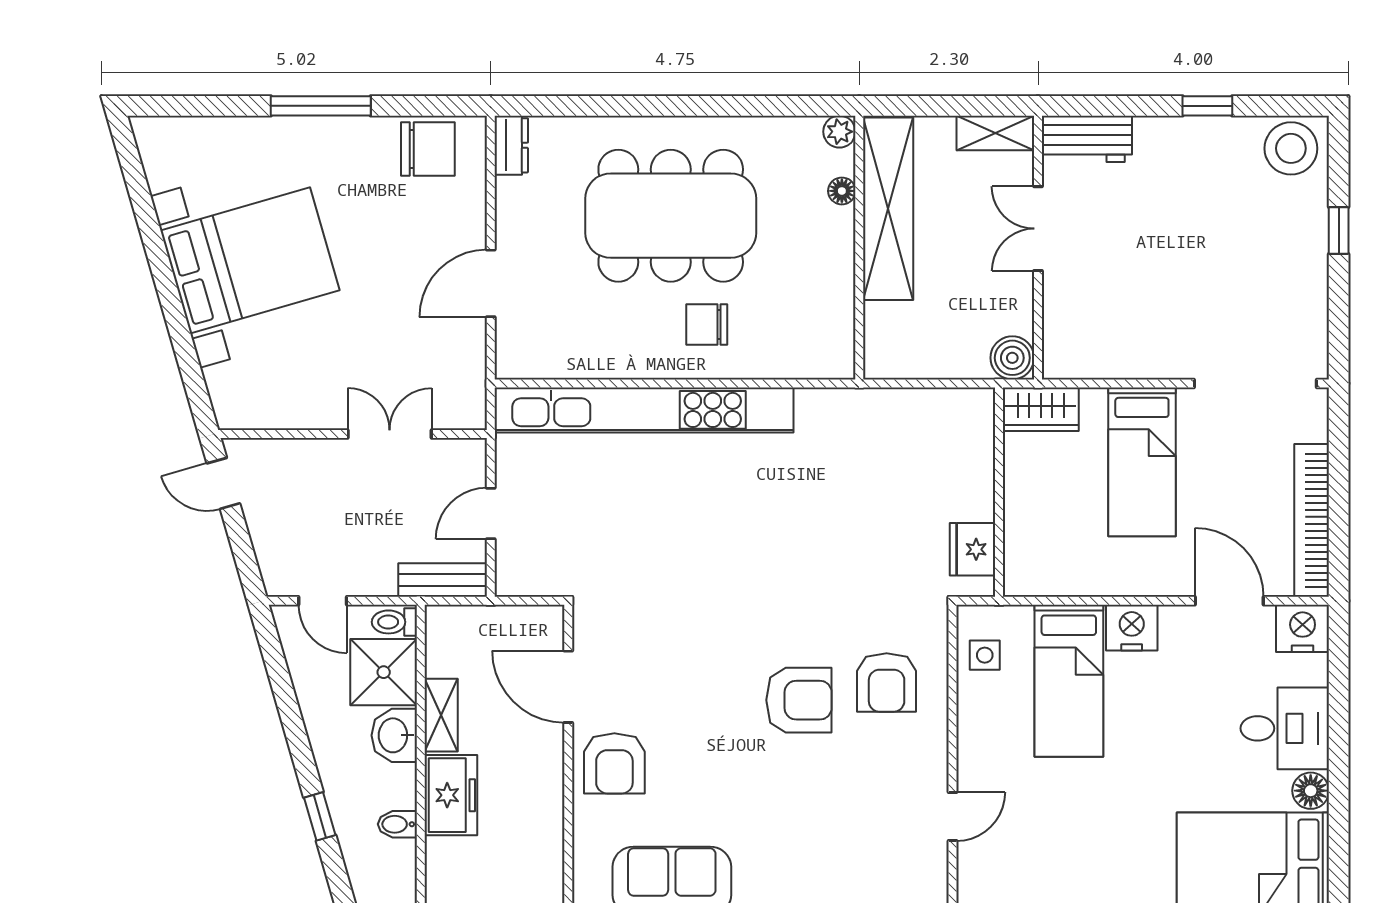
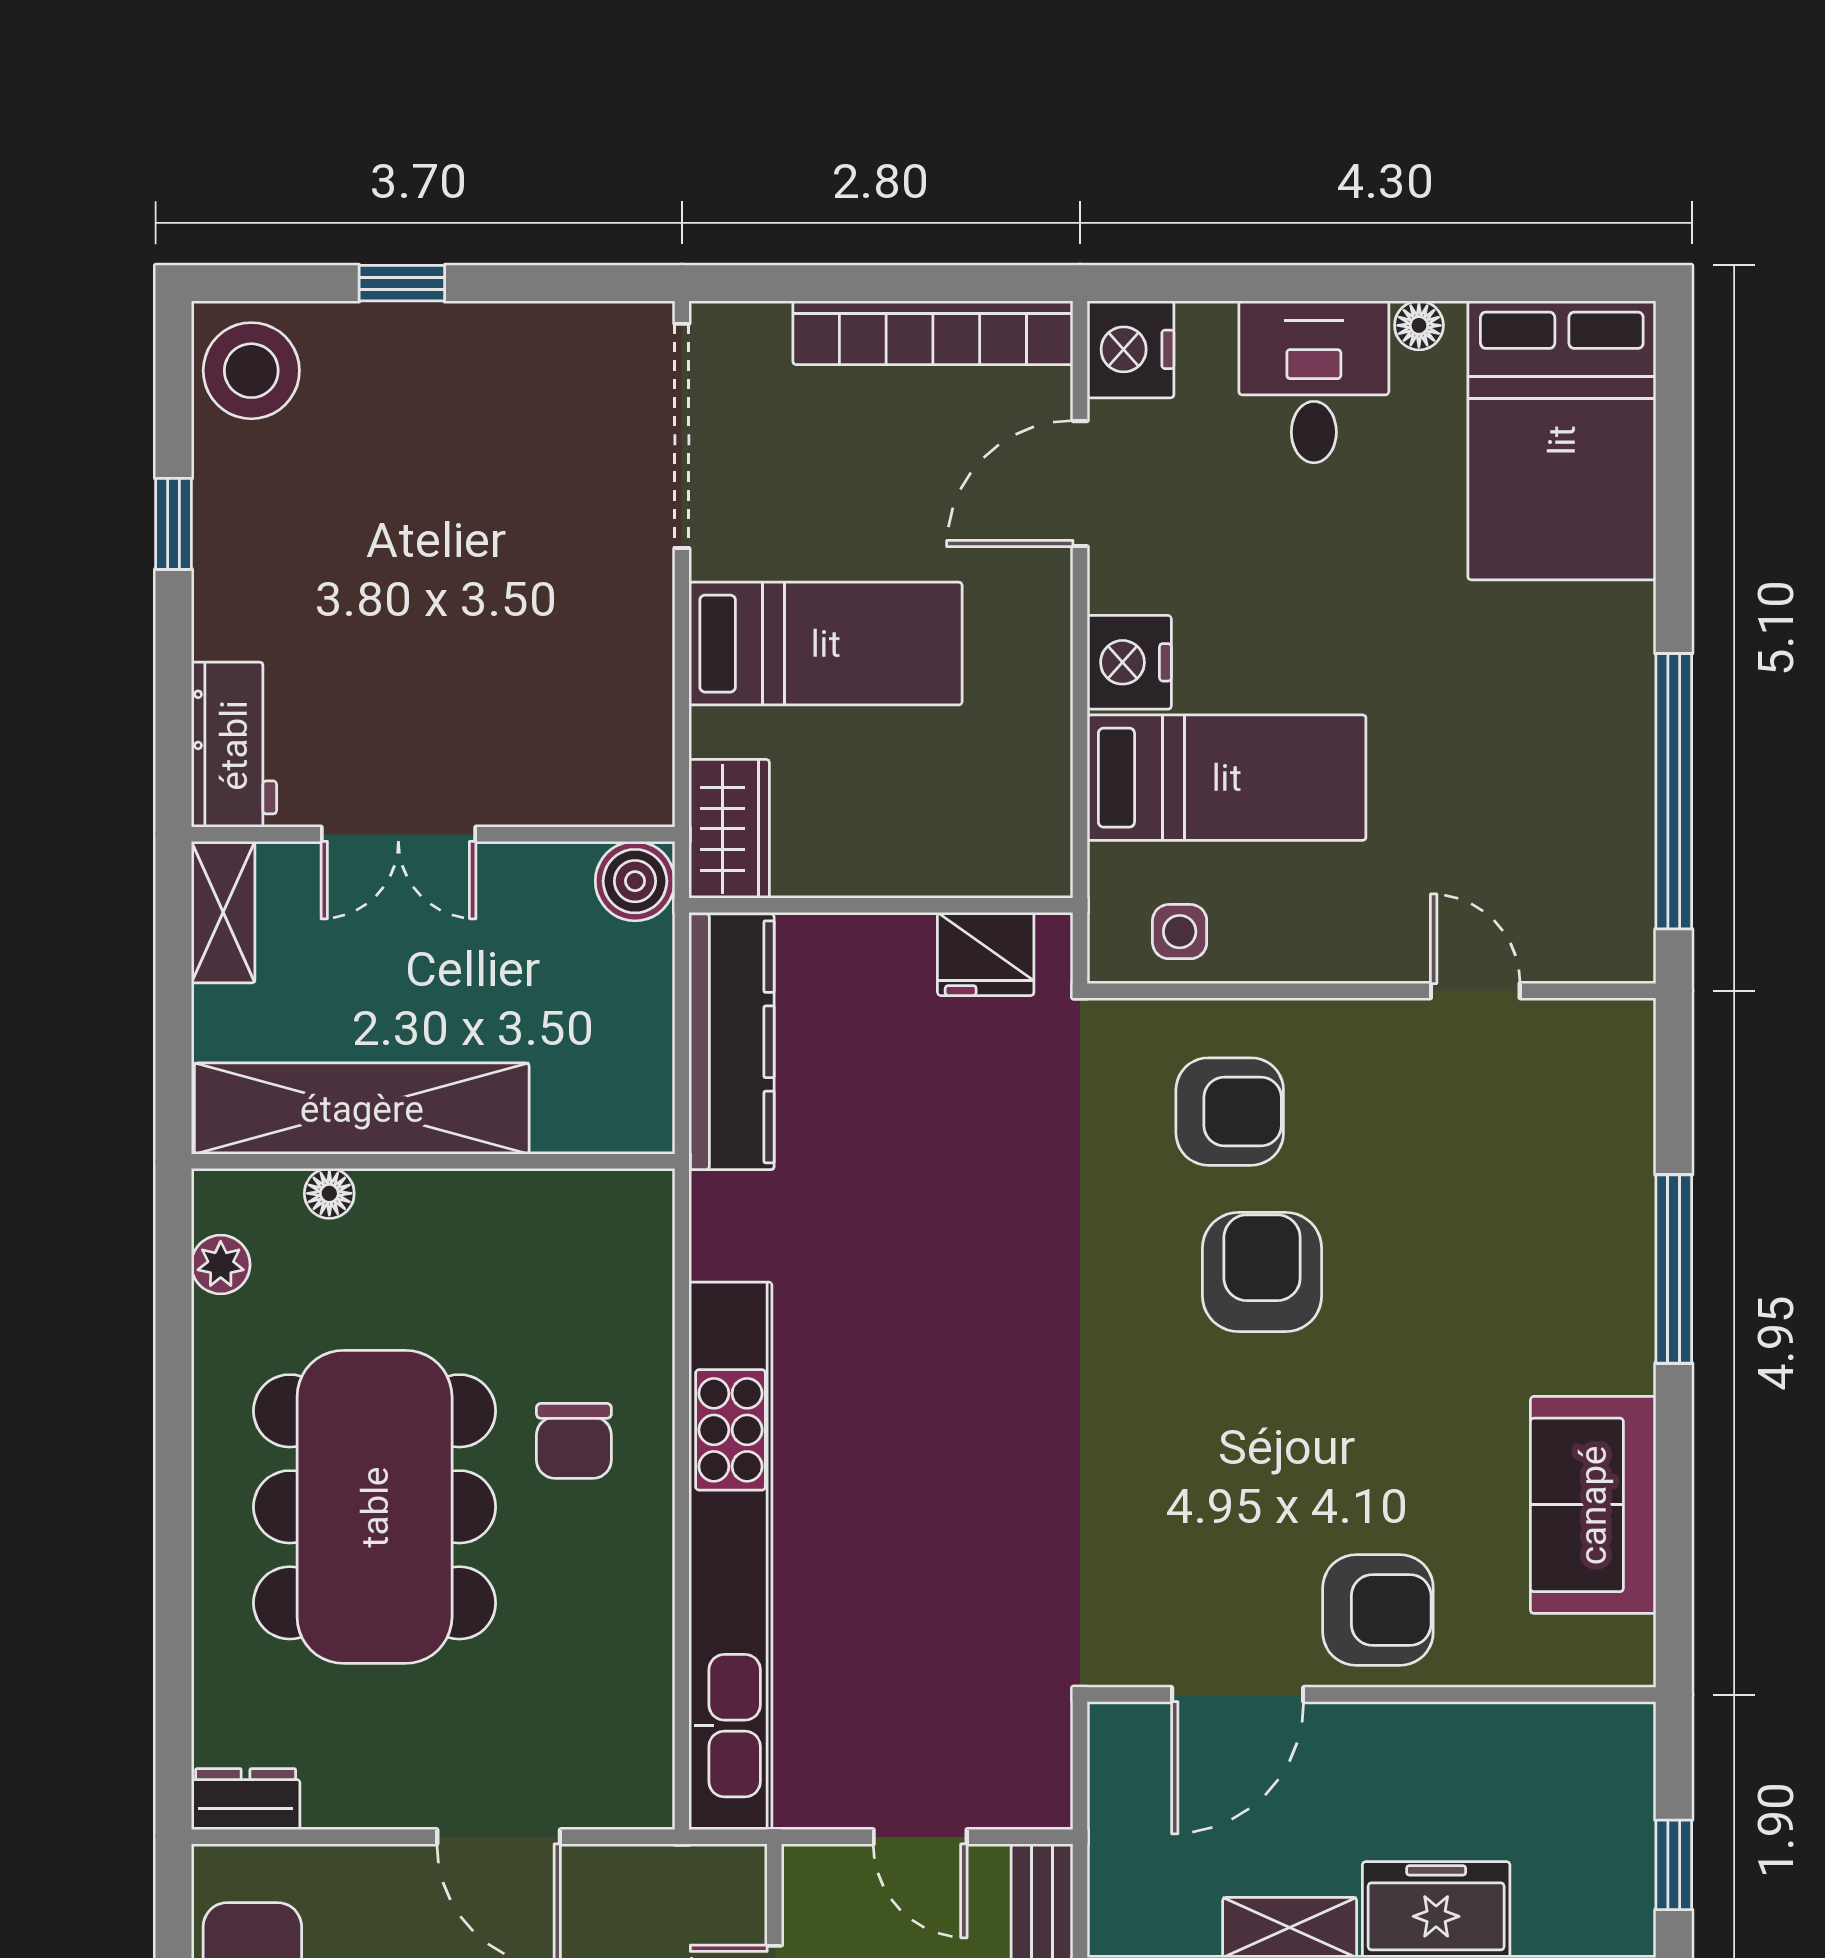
plant: (839, 132) -> (221, 1265), moved
kitchen counter: (925, 411) -> (732, 1042), added
floor lamp: (1311, 791) -> (1419, 325), width x0.73, depth x0.73

